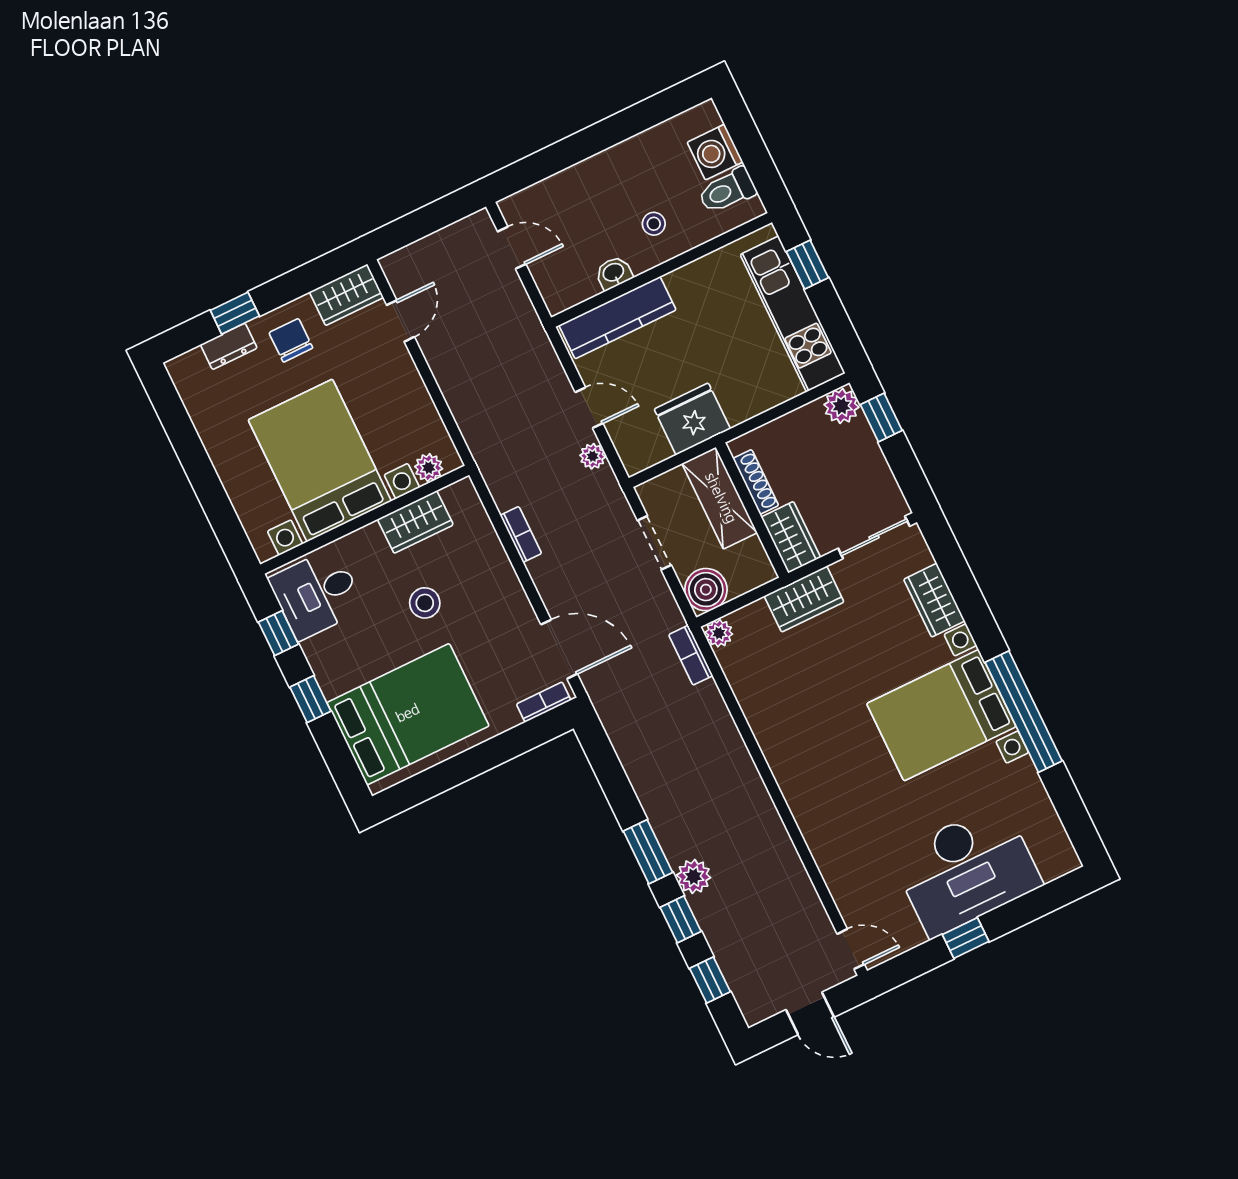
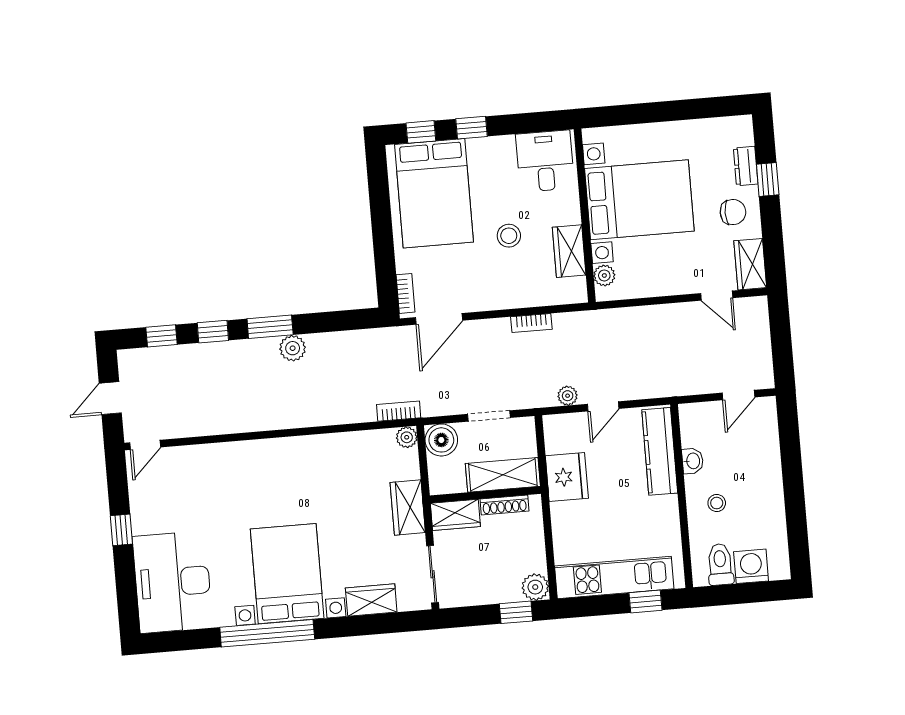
window: (278, 633) -> (421, 132), moved
desk: (967, 870) -> (173, 582), moved
plant: (694, 876) -> (293, 348), moved

